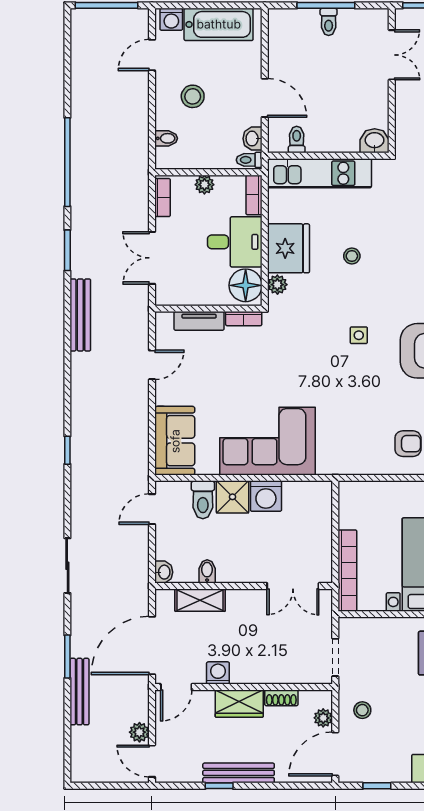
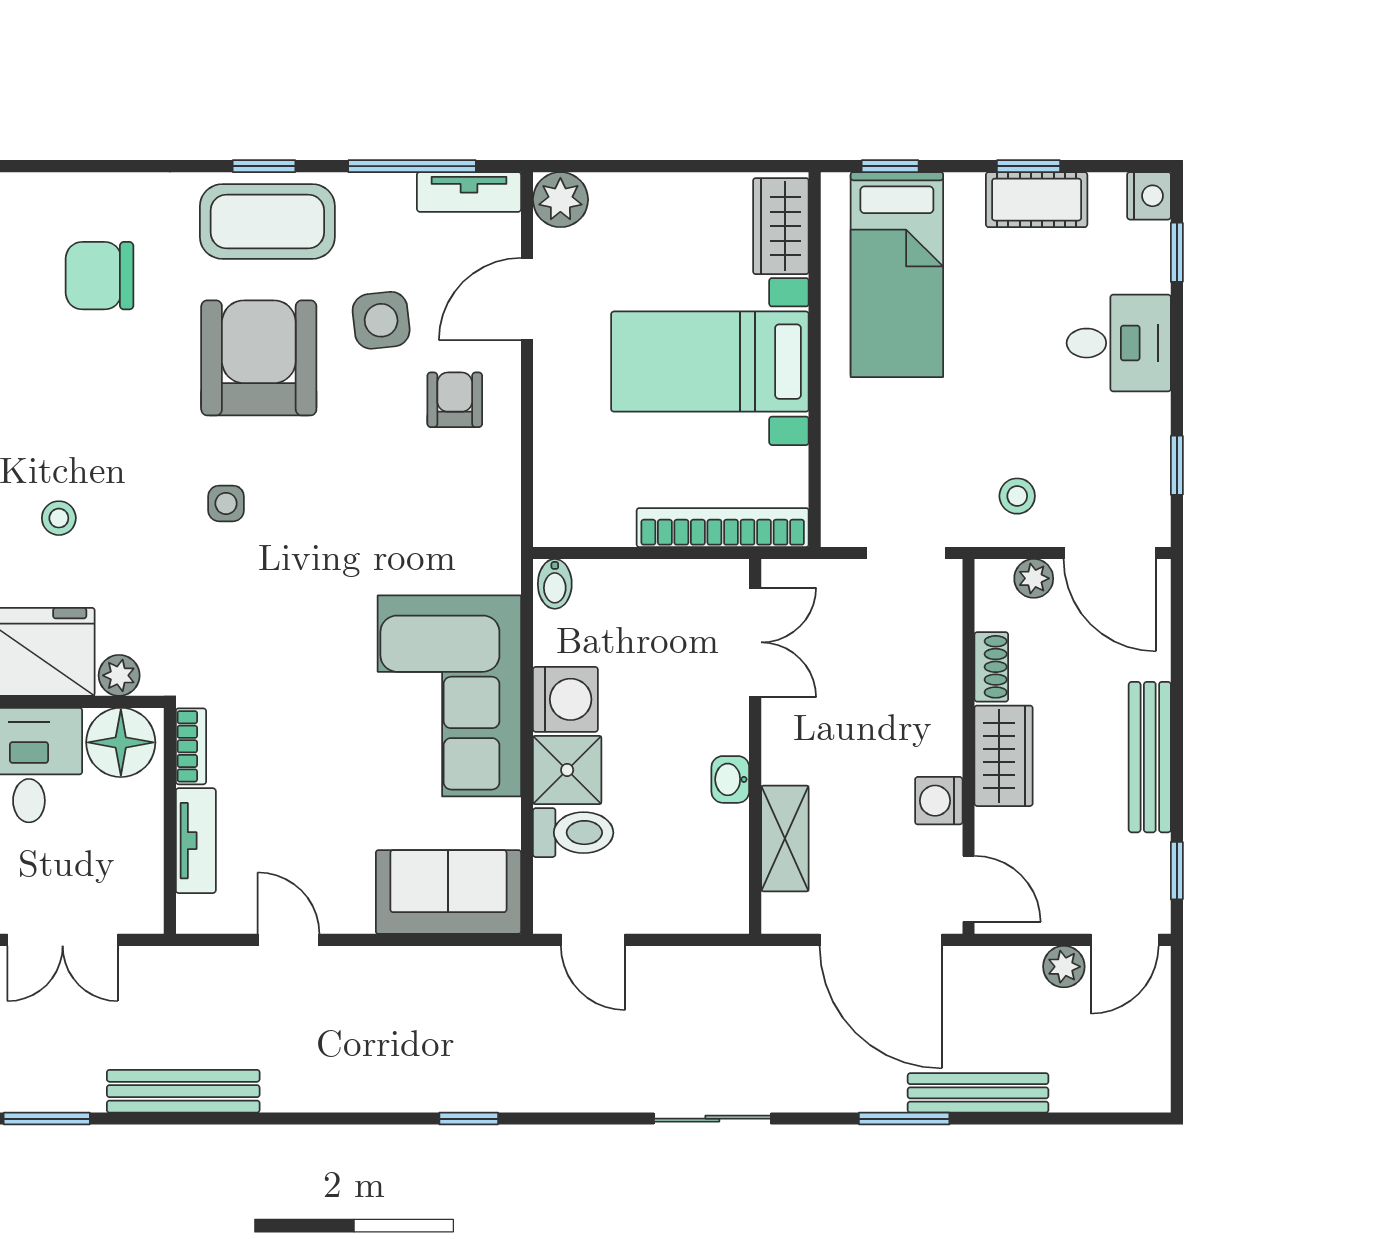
bidet: (207, 571) -> (555, 584), moved, turned -90
washbasin: (164, 572) -> (730, 779), moved, turned -90
window: (219, 786) -> (1177, 871), moved

